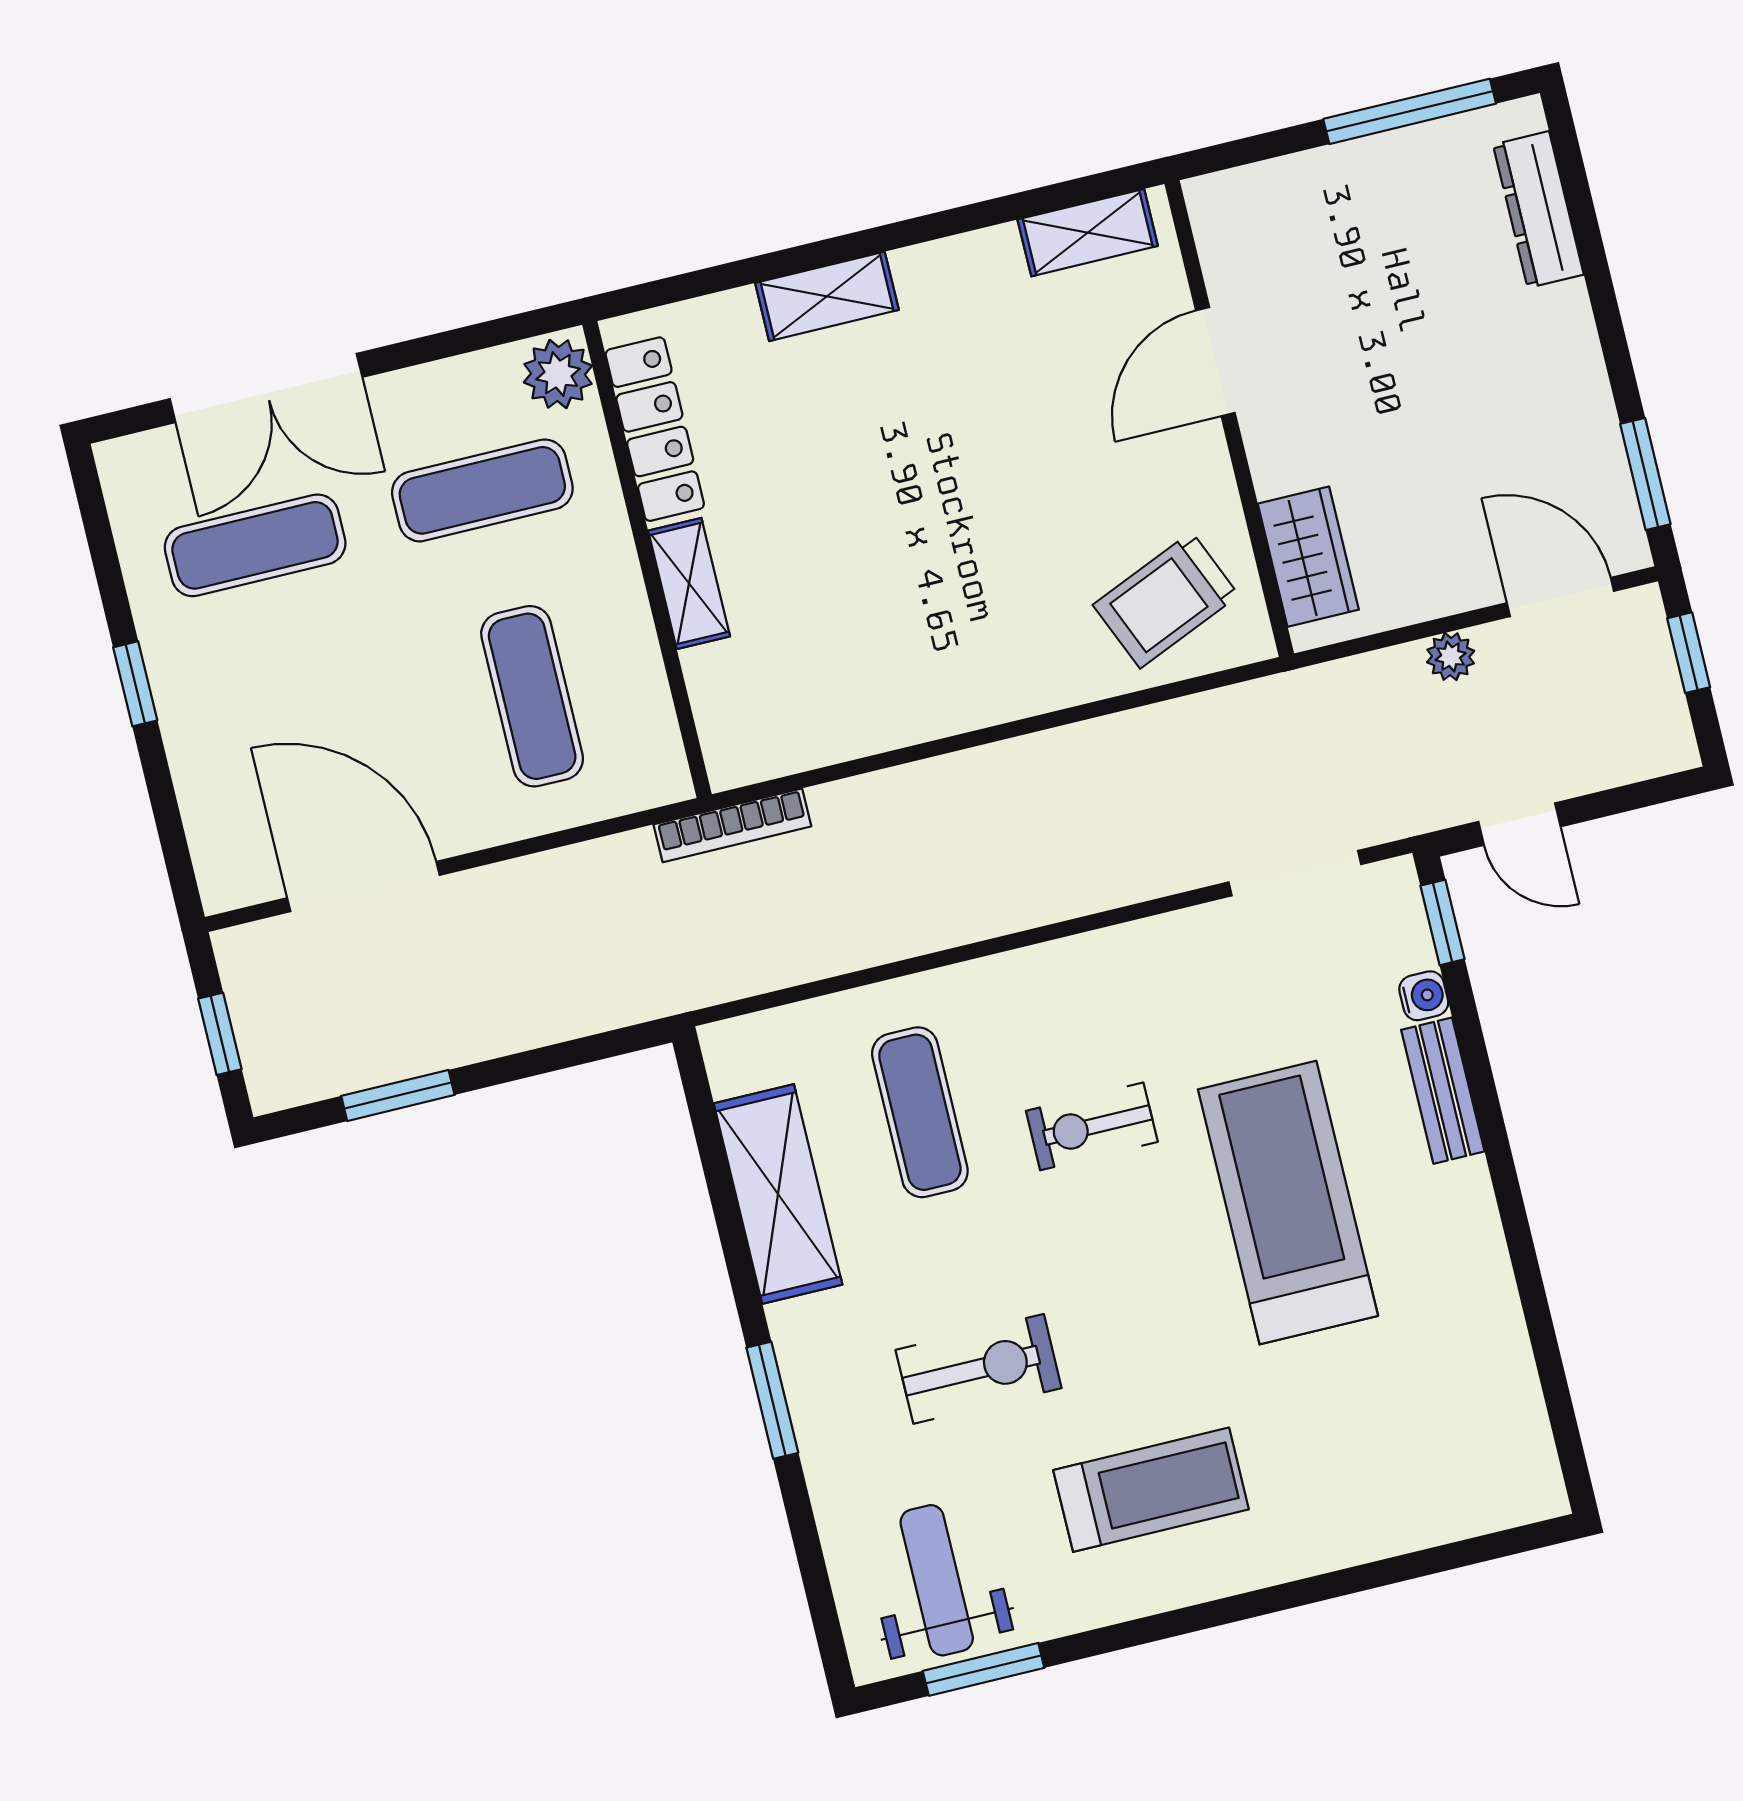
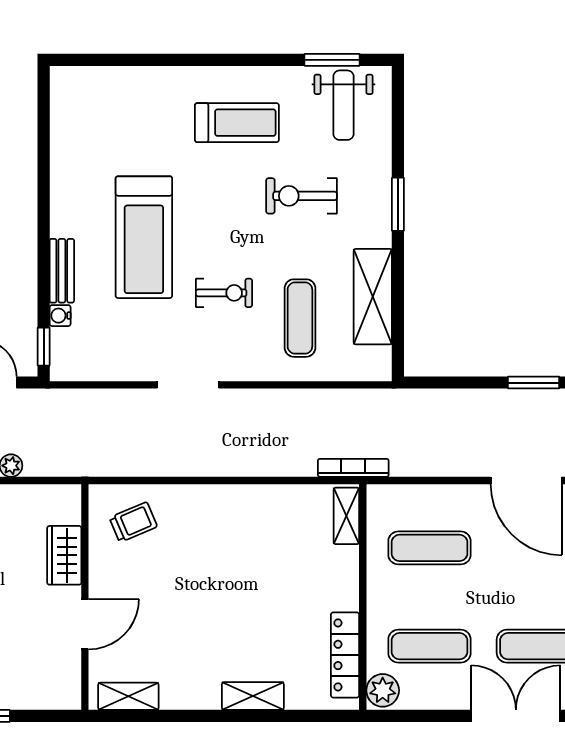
wardrobe: (1308, 557) -> (64, 555), moved
shelving: (689, 583) -> (346, 516), moved
trolley: (1166, 600) -> (133, 522), width x0.73, depth x0.72
exercise mat: (532, 696) -> (429, 548), turned 90
doorway: (1295, 873) -> (188, 385), moved
treadmill: (1151, 1490) -> (237, 123), turned 180

